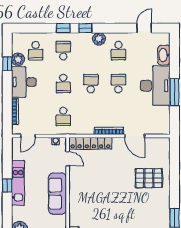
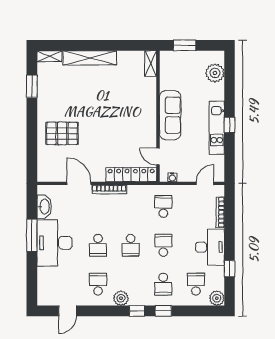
washbasin: (164, 55) -> (44, 207), moved
plant: (18, 59) -> (217, 298), moved

